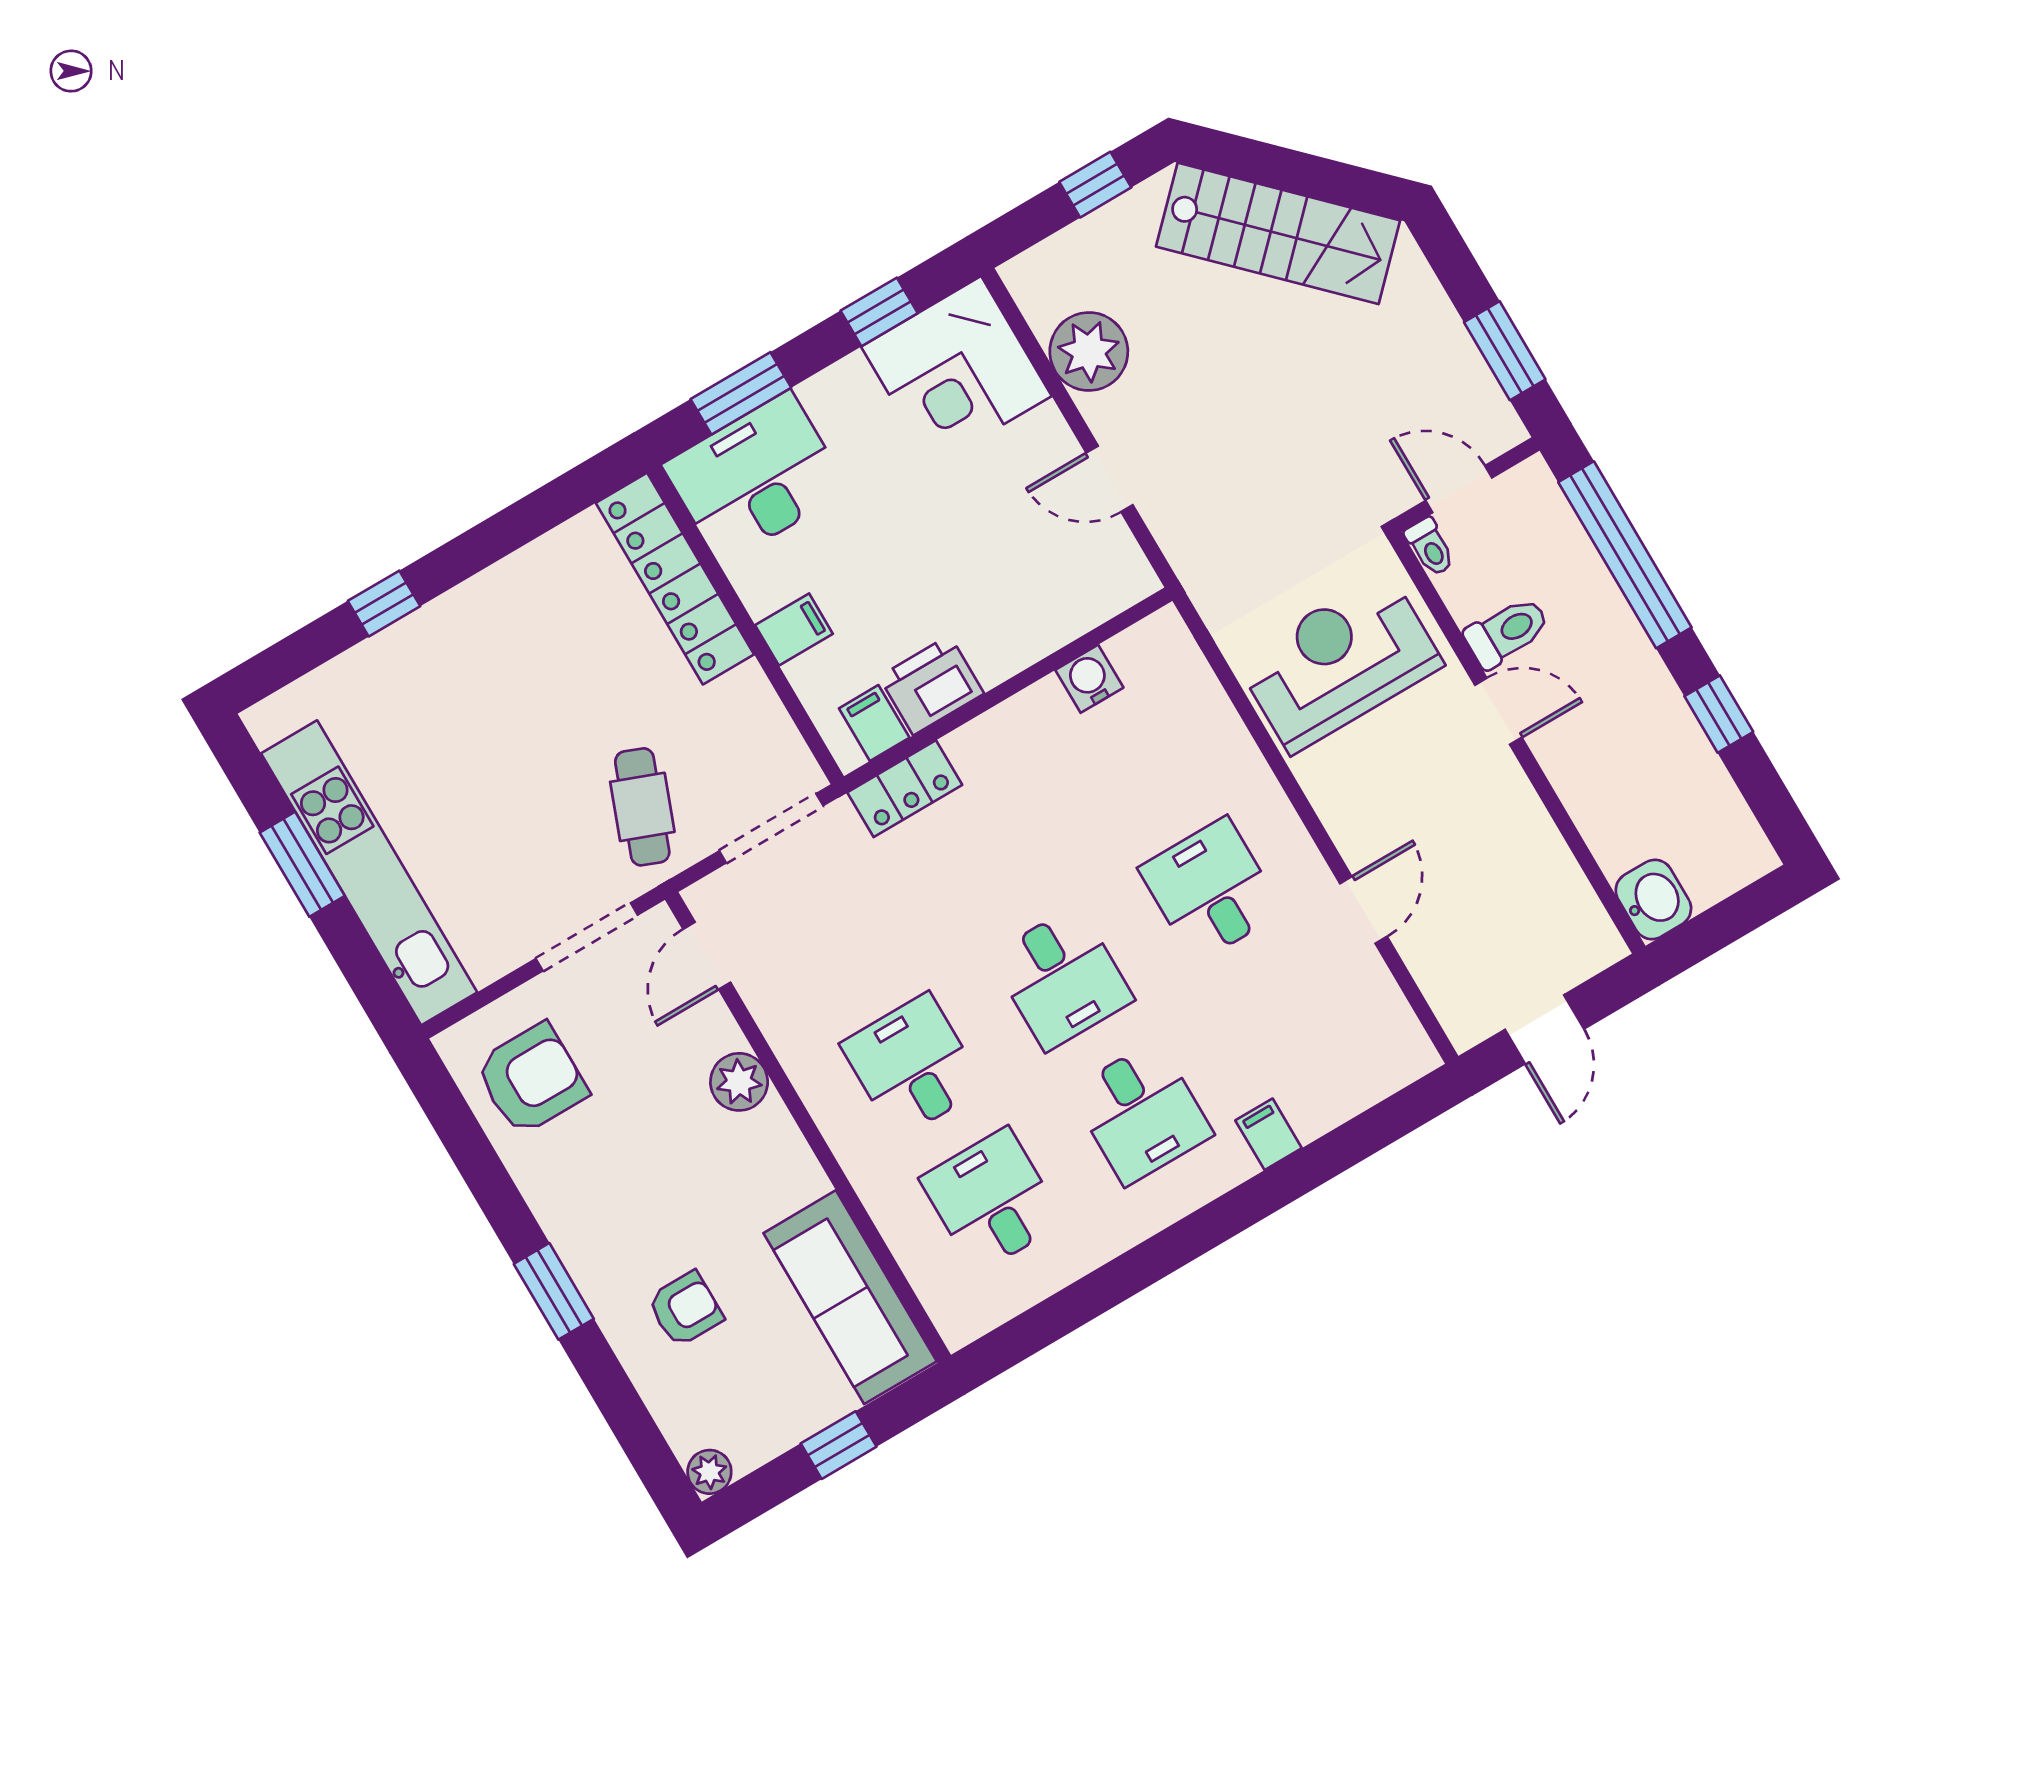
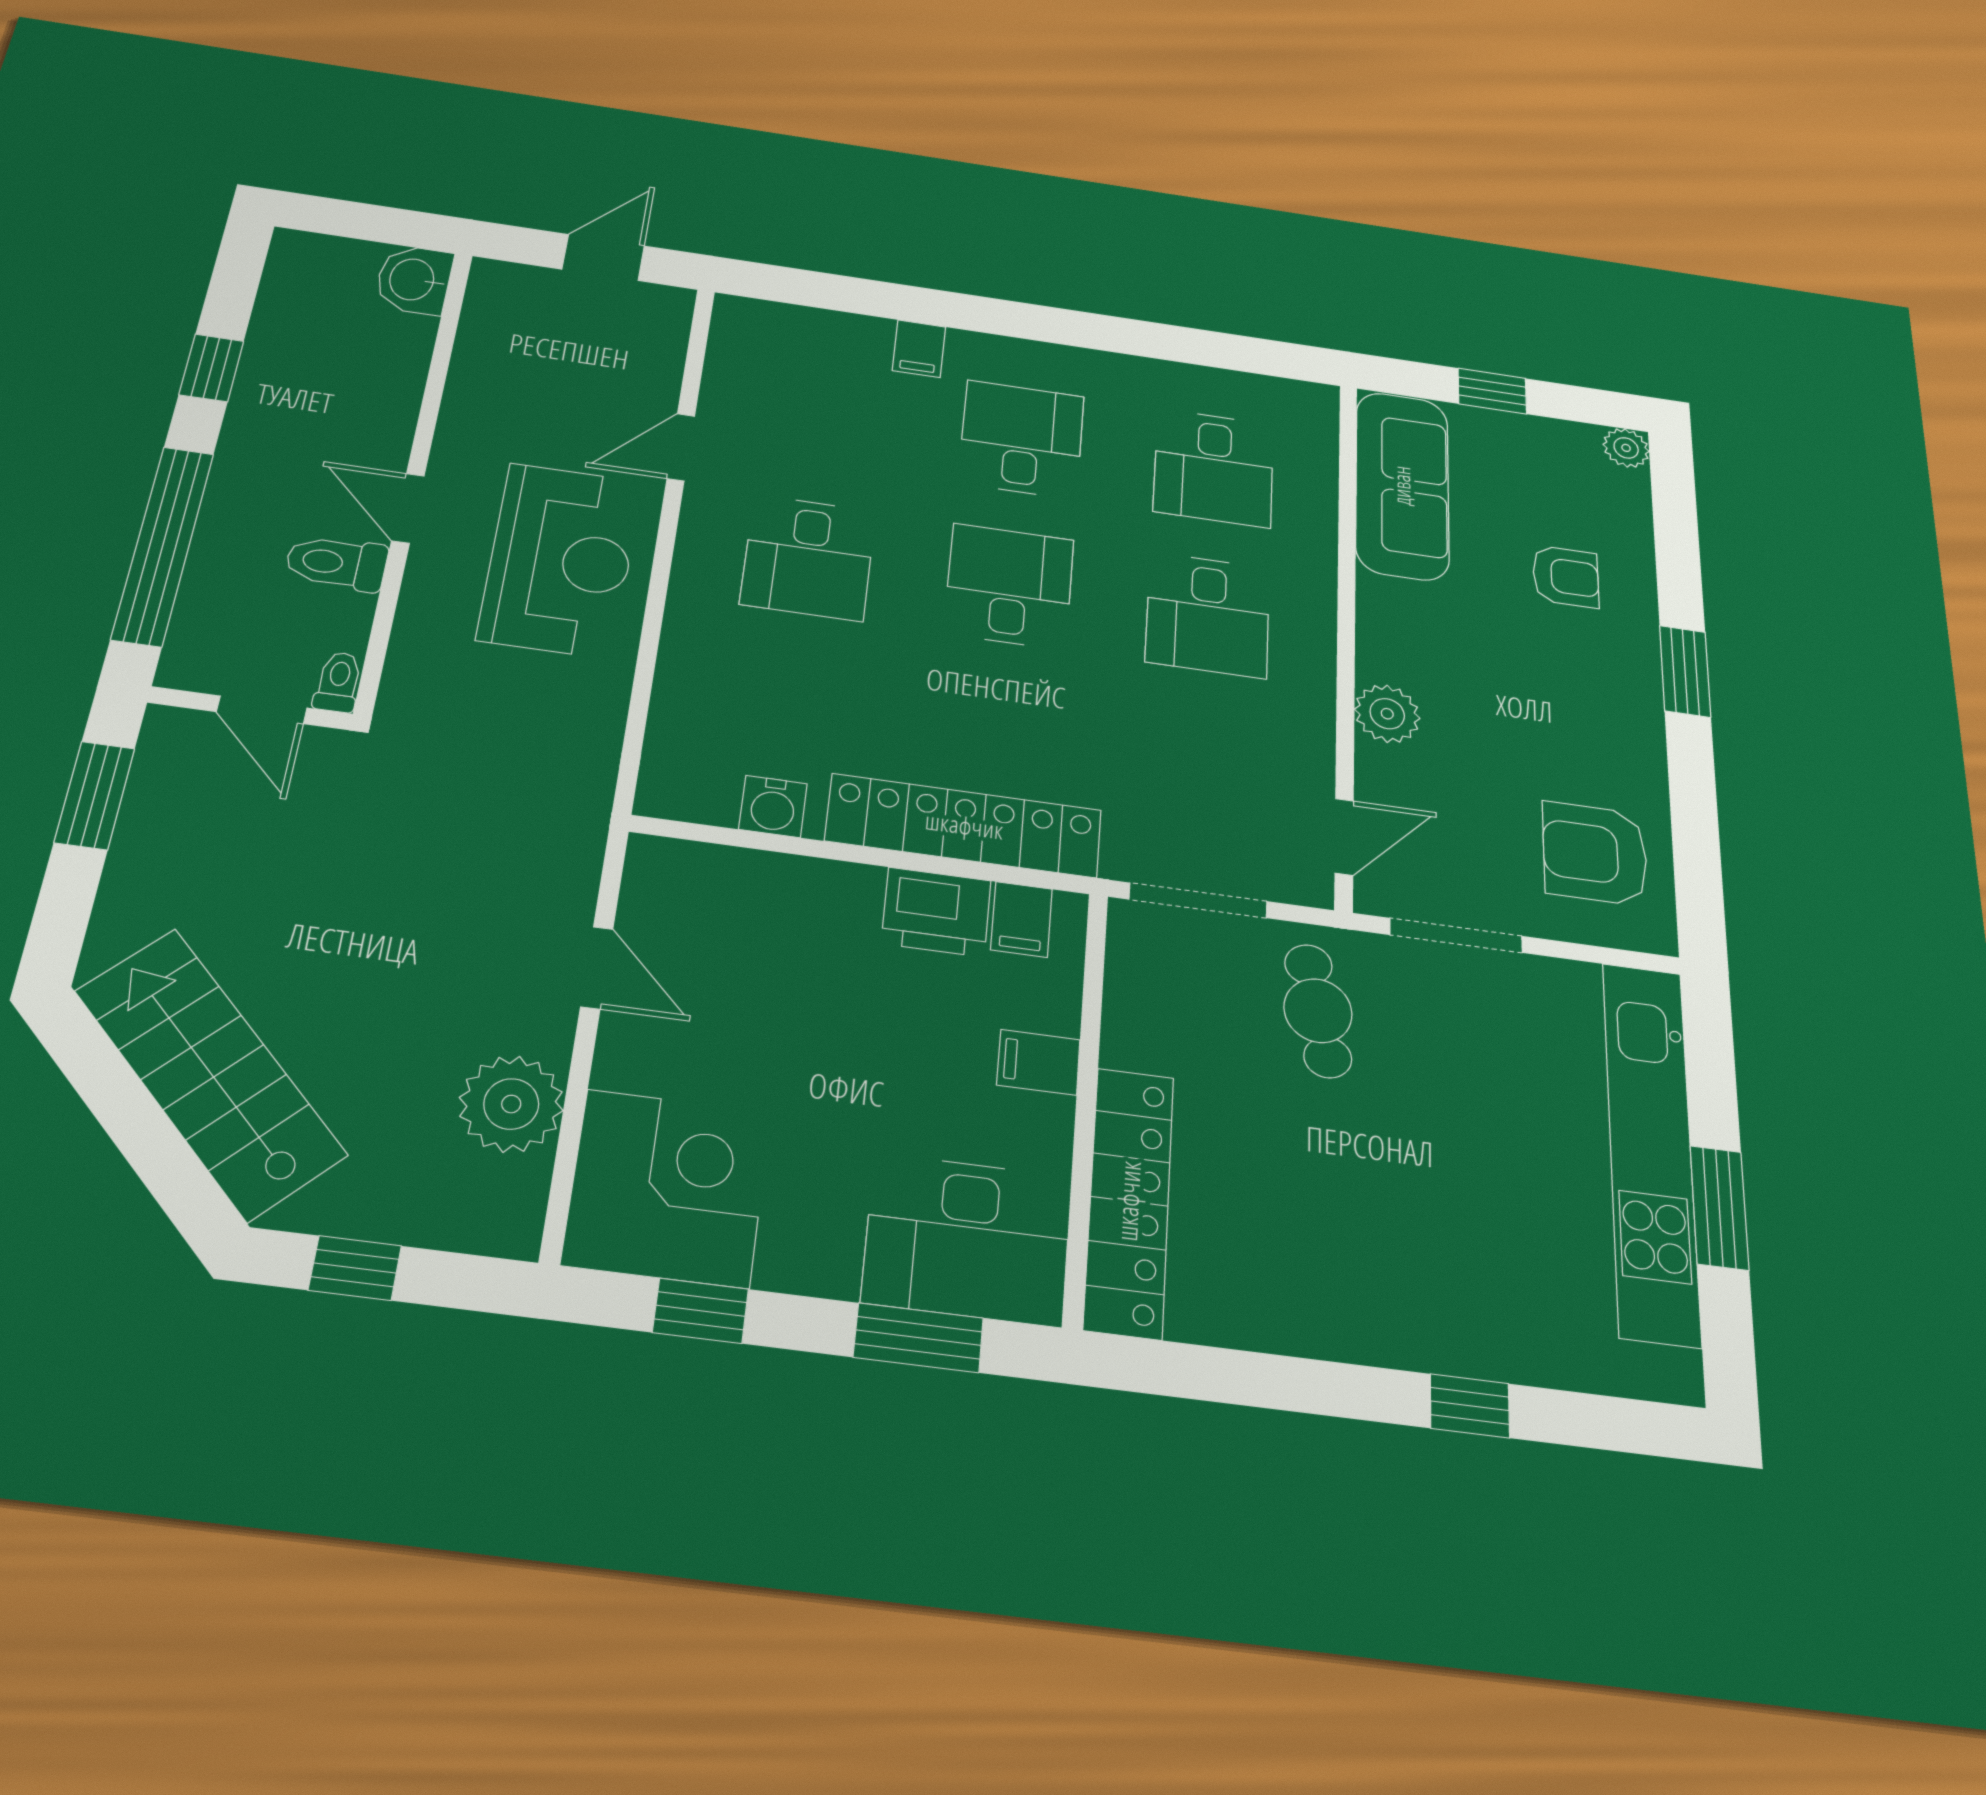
reception desk: (1339, 662) -> (561, 560), moved, turned -90
locker: (905, 789) -> (964, 826), width x2.16, depth x1.21
cafe table: (642, 807) -> (1318, 1011), turned -33
armchair: (685, 1309) -> (1566, 577), turned 180

